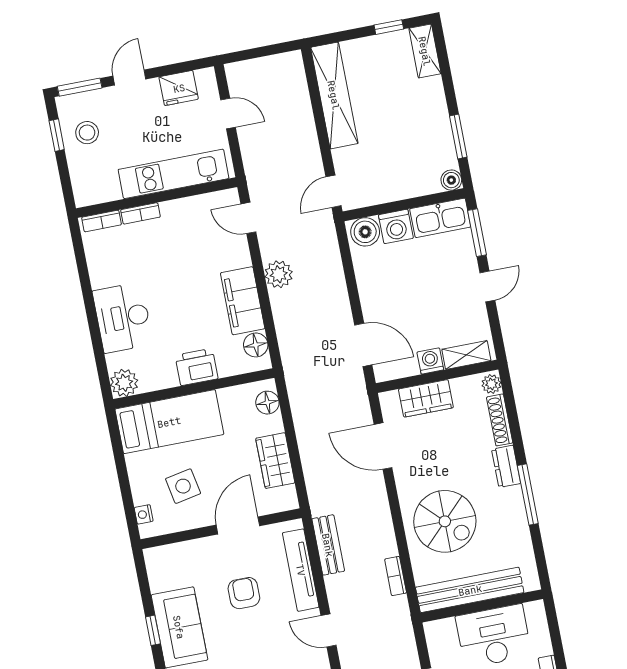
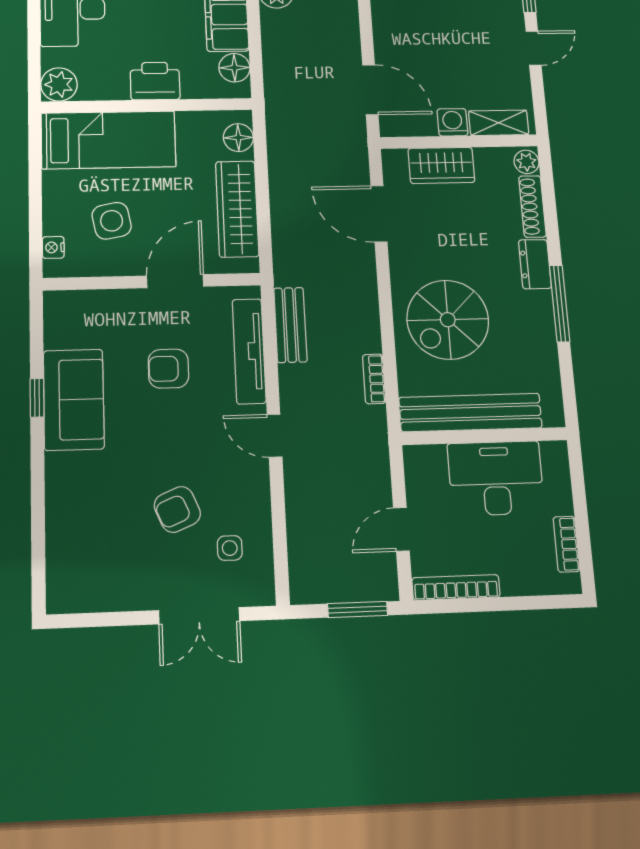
wardrobe: (275, 461) -> (237, 209), width x1.50
spiral stairs: (445, 521) -> (448, 320), turned 90
armchair: (244, 593) -> (168, 369), turned -90

